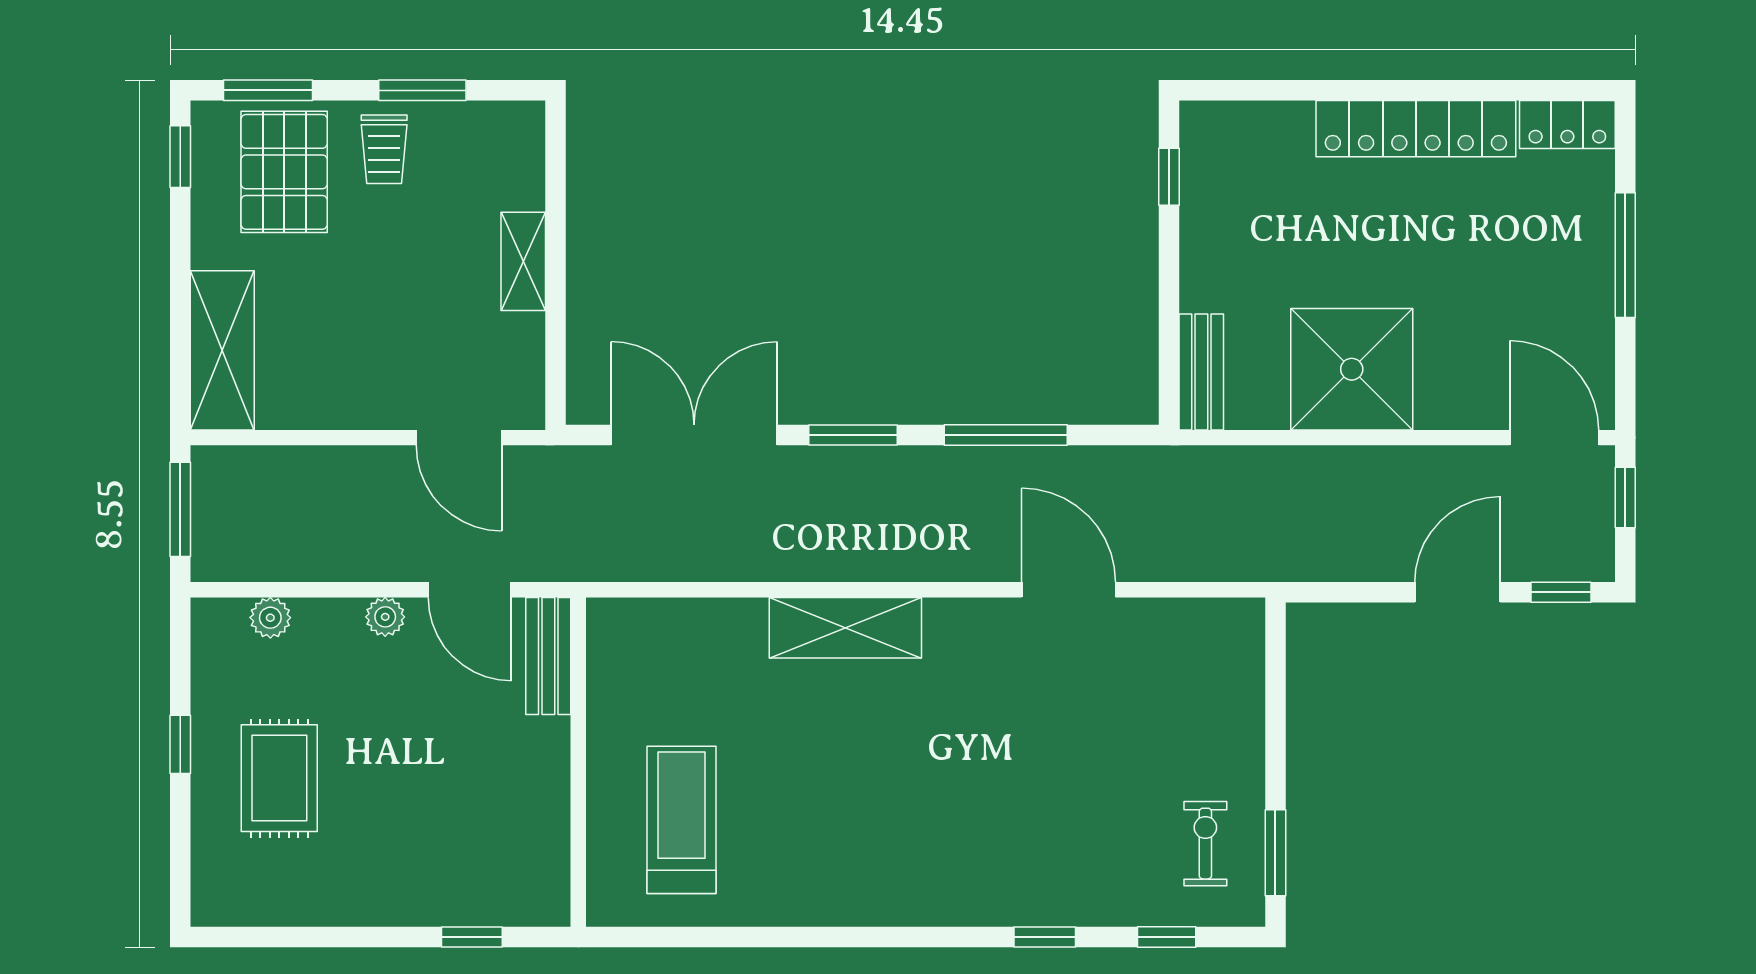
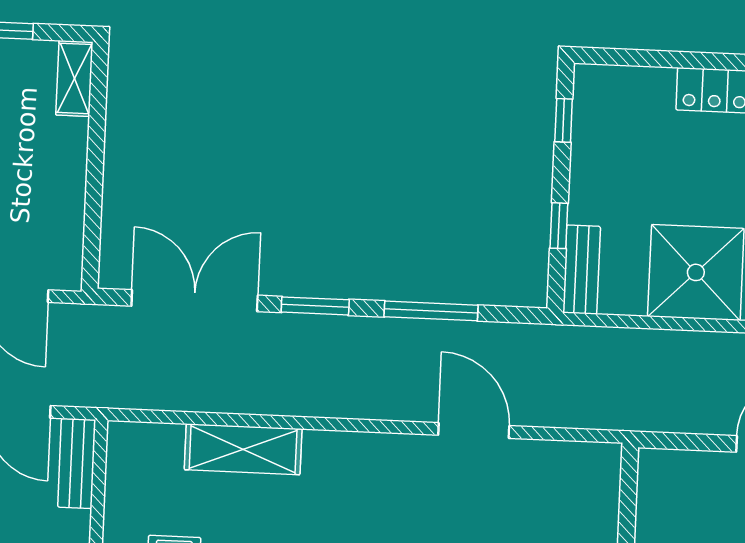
shelving: (523, 261) -> (74, 78), moved
window: (1169, 316) -> (559, 226), added
shelving: (845, 628) -> (243, 449), moved

